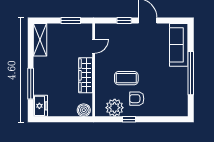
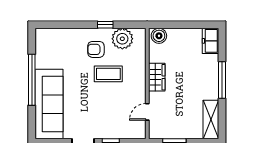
sofa: (179, 45) -> (49, 104), width x1.36, depth x1.27
wardrobe: (86, 75) -> (157, 77), width x0.67
window: (31, 84) -> (222, 80), moved
armchair: (137, 99) -> (96, 49), turned 180

